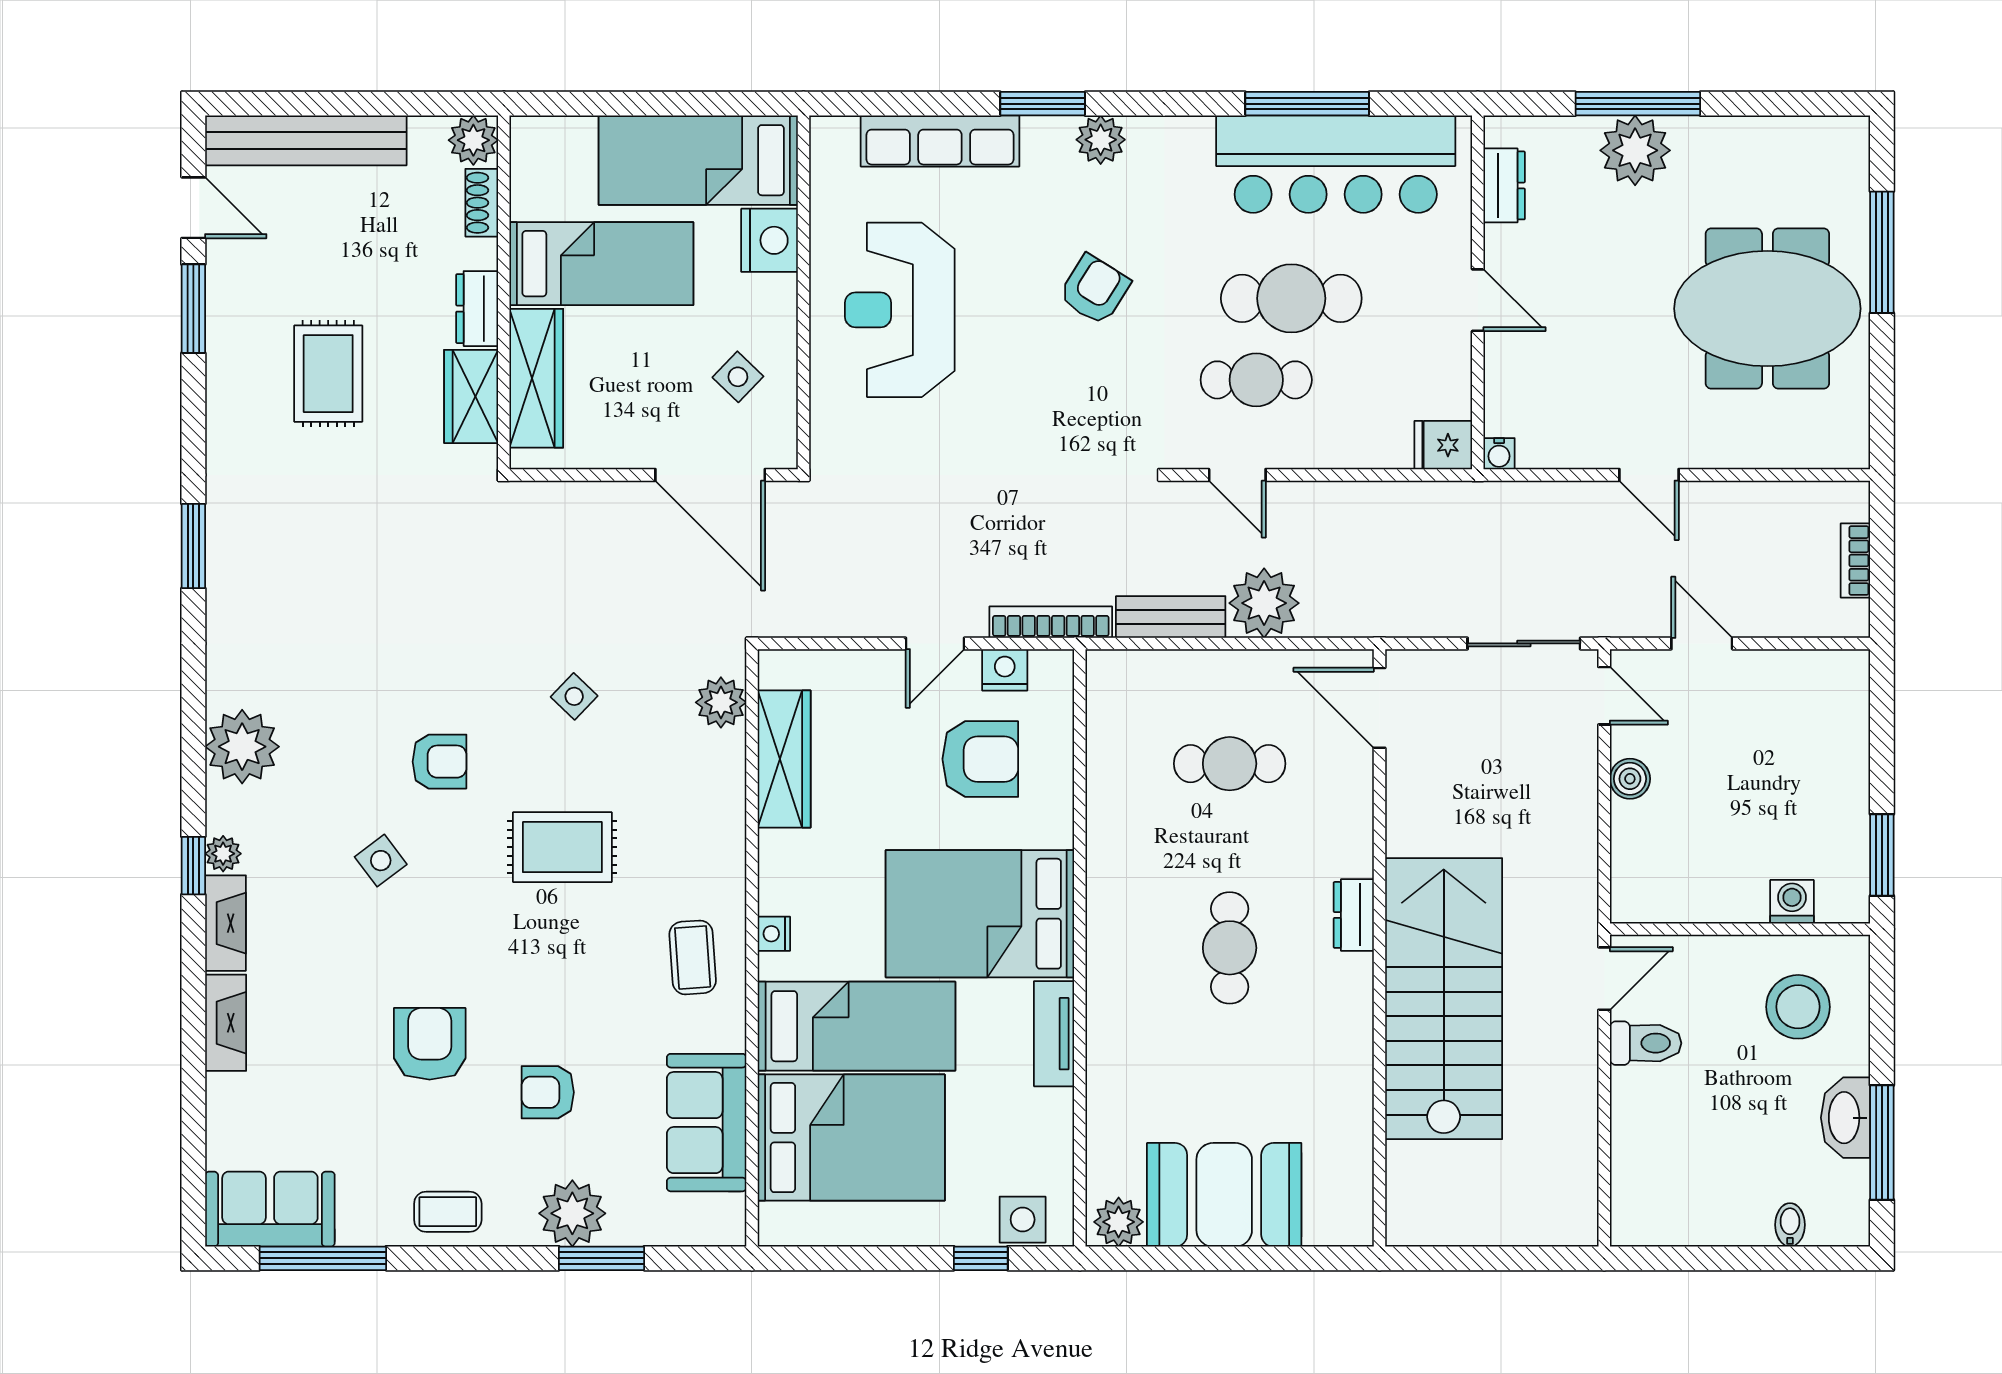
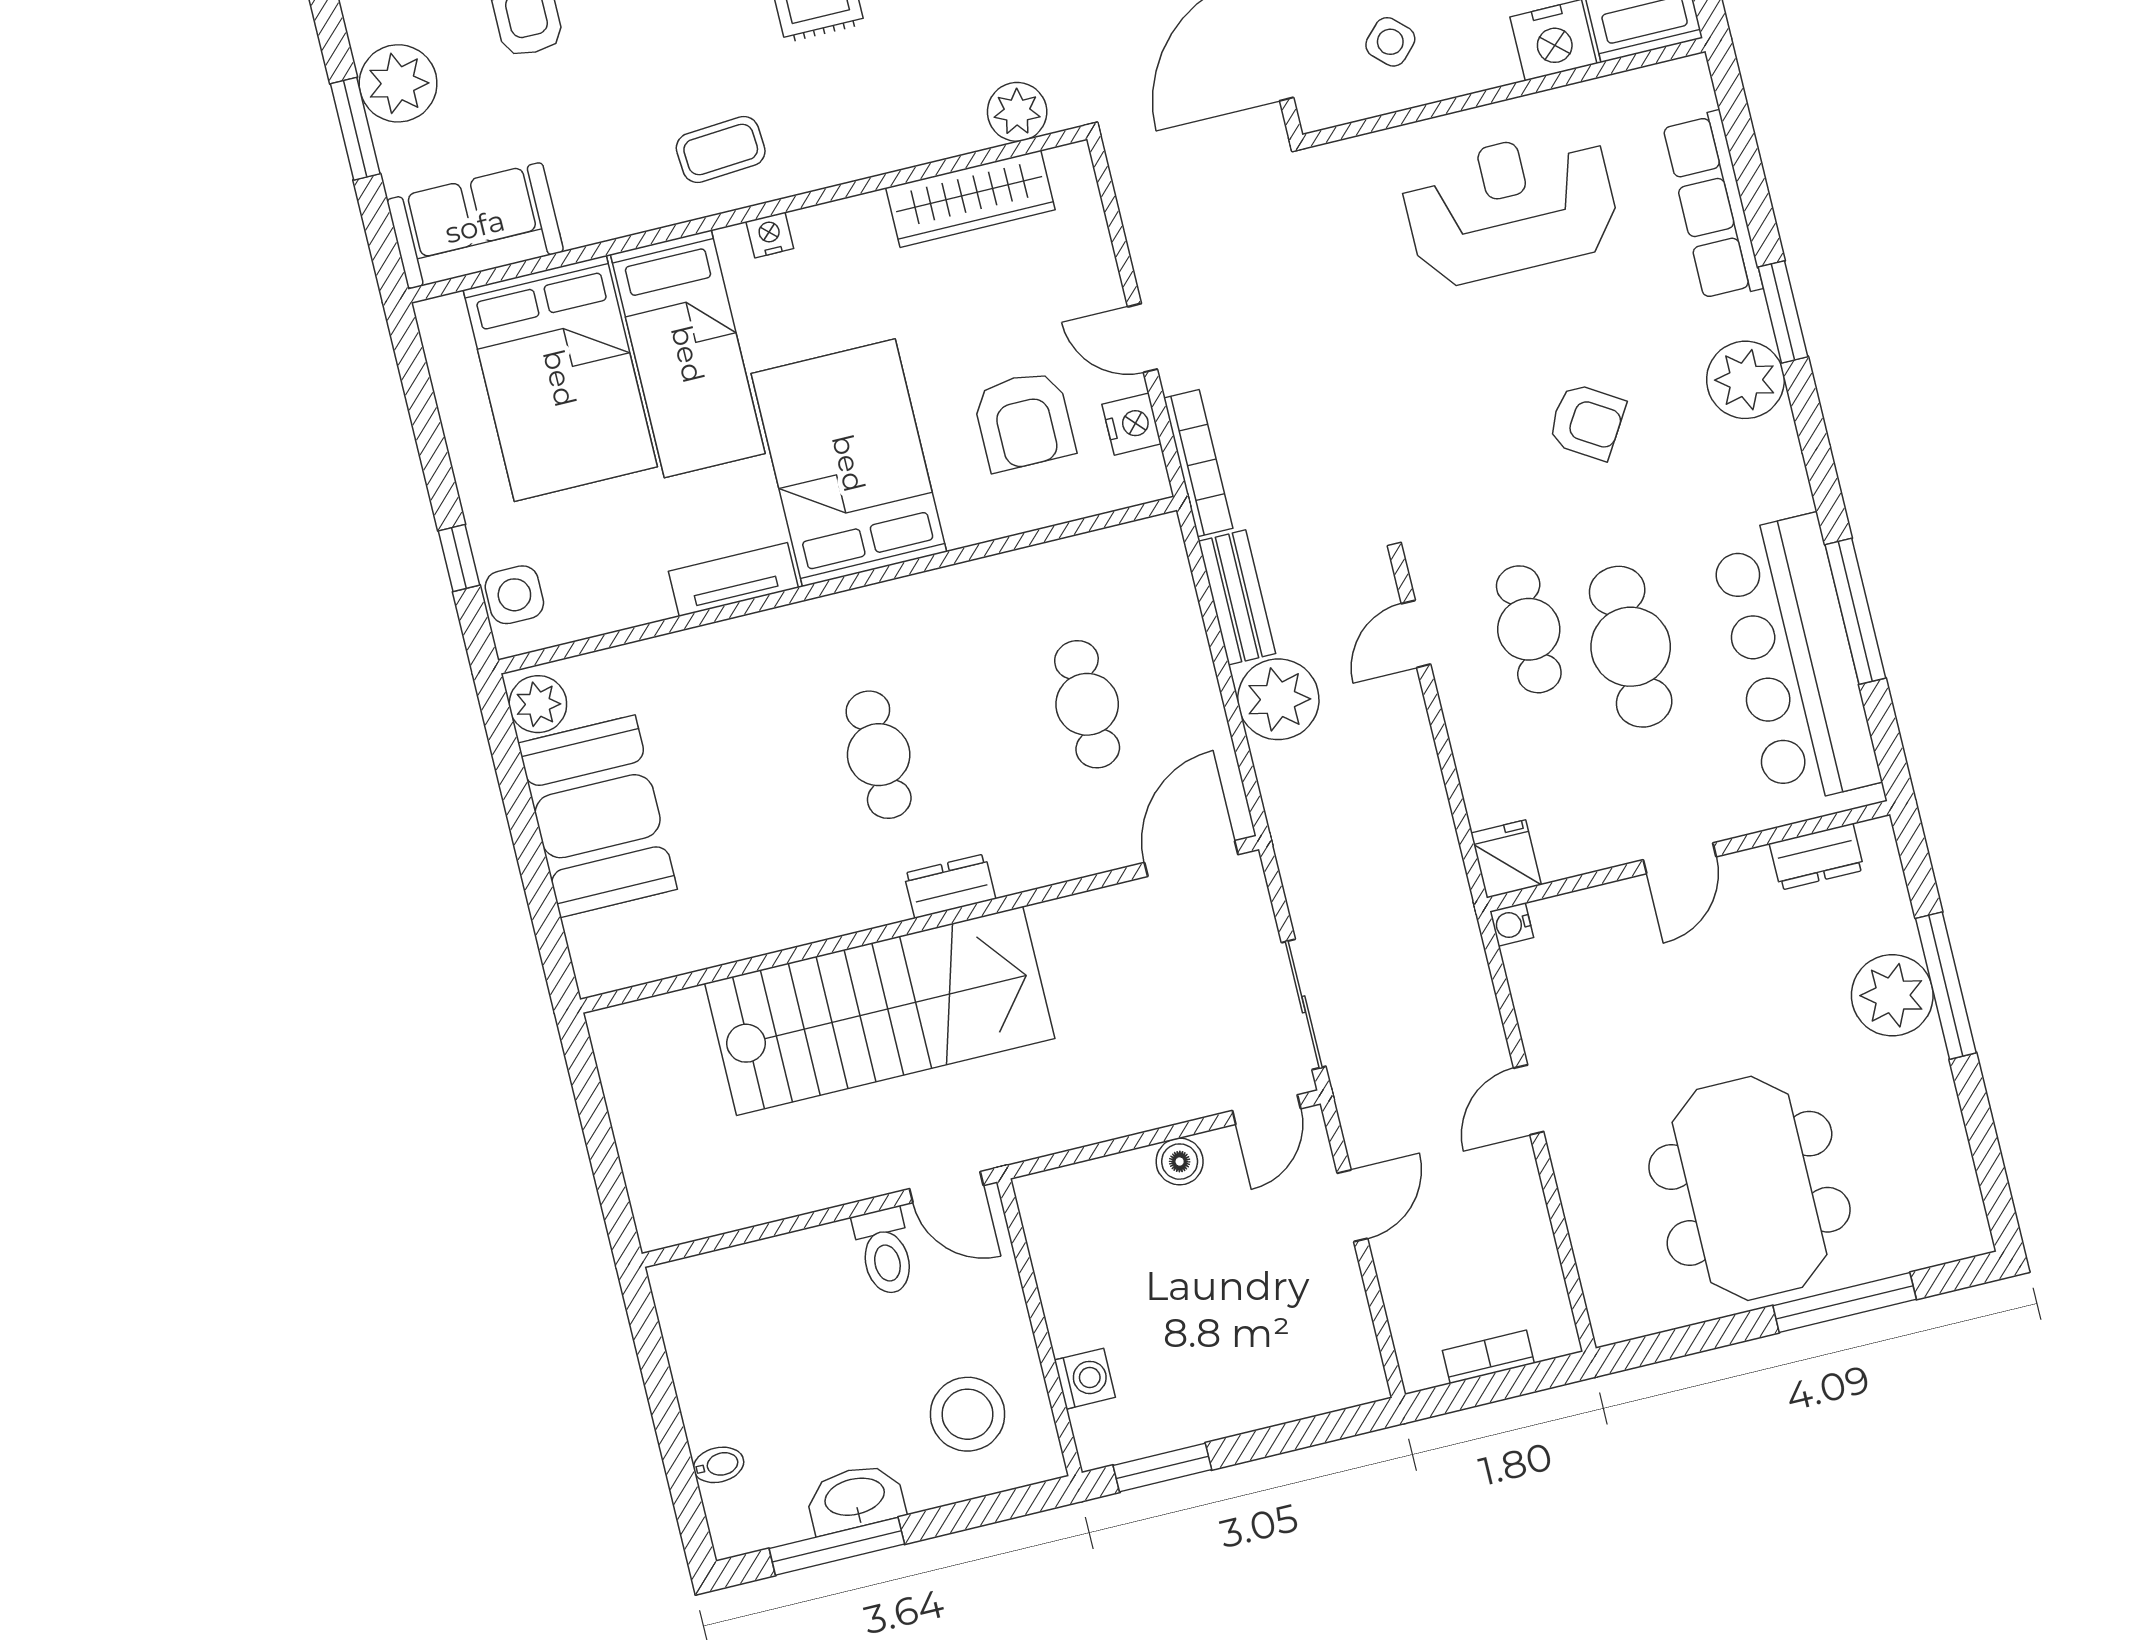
plant: (1101, 140) -> (1745, 380), width x1.36, depth x1.36
cafe table: (1230, 948) -> (879, 755), turned 90
sofa: (707, 1123) -> (475, 226), moved

